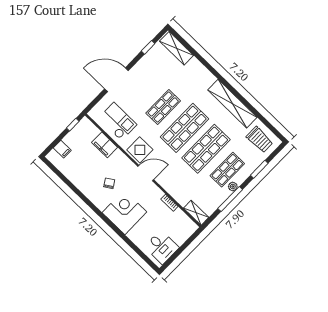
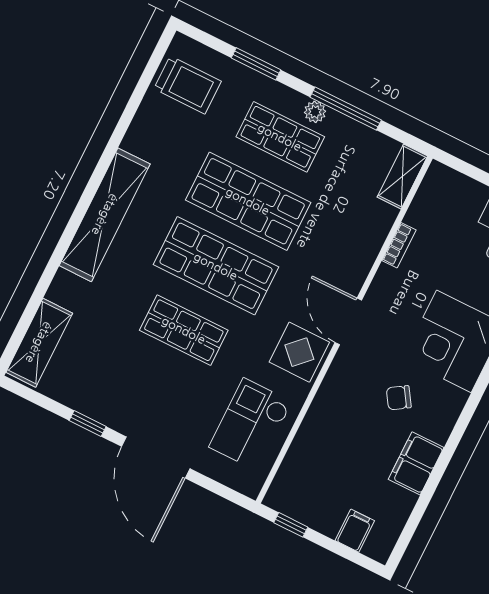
window: (148, 47) -> (88, 424), moved
shelving: (232, 104) -> (105, 215), moved
trolley: (260, 140) -> (188, 85), turned 90
filing cabinet: (105, 145) -> (416, 463), moved, turned 180

